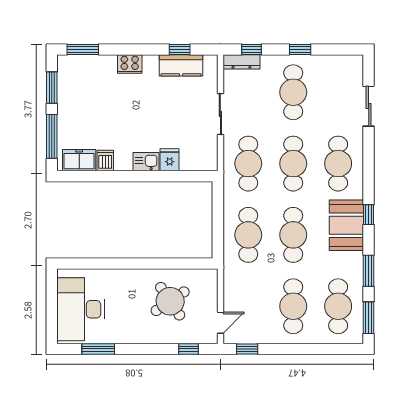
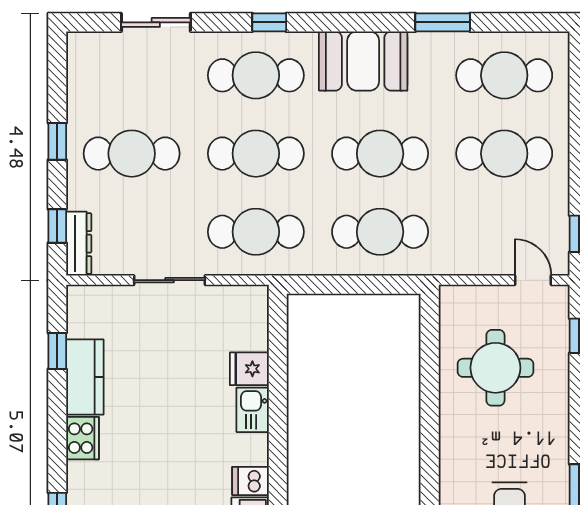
kitchen counter: (181, 65) -> (85, 377), moved
window: (369, 215) -> (269, 22), moved
round table: (170, 301) -> (495, 368), turned 34
window: (369, 318) -> (524, 22), removed

